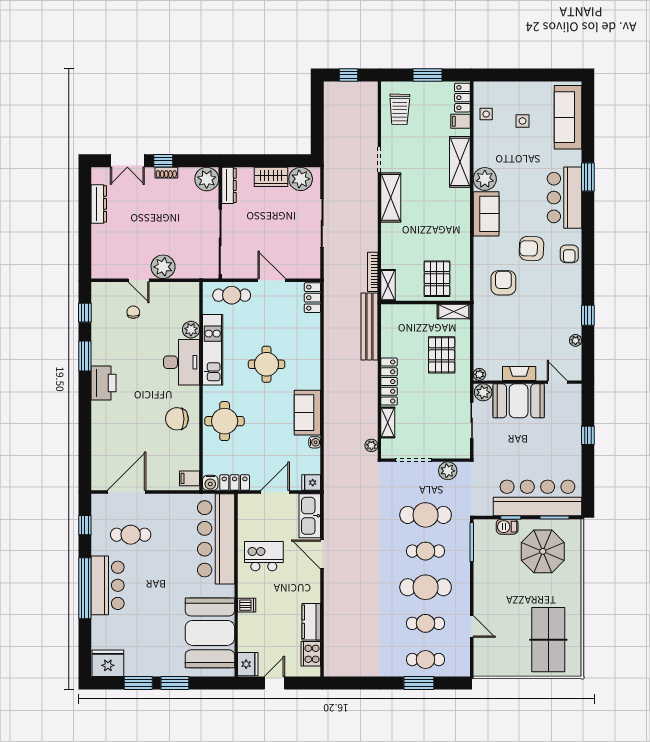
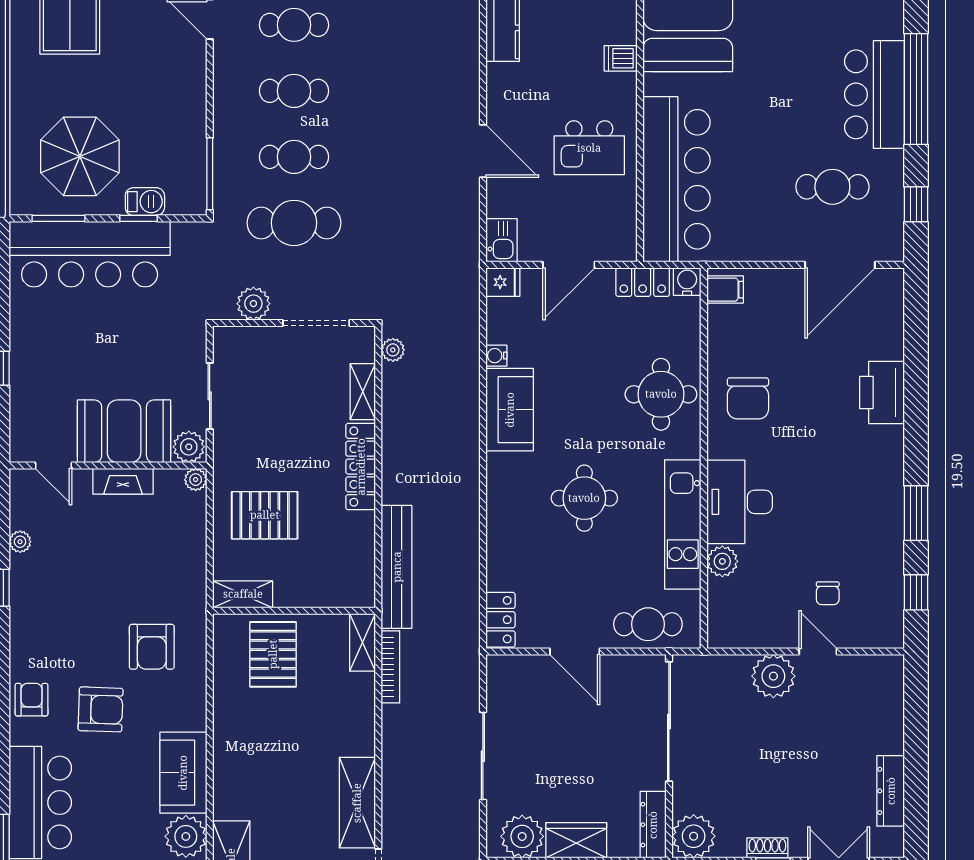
pallet: (442, 355) -> (265, 515), turned 90
printer: (104, 383) -> (882, 392), moved
chair: (177, 419) -> (748, 398), turned 90
kitchen sink: (310, 516) -> (502, 240), width x0.53, depth x0.81
cafe table: (426, 587) -> (294, 91), width x0.73, depth x0.74

